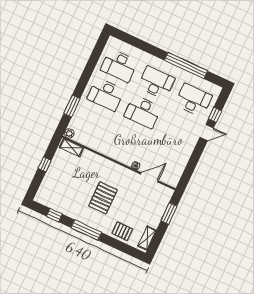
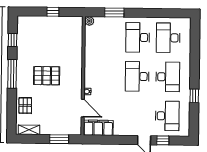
window: (186, 66) -> (194, 96), width x0.32
shelving: (72, 148) -> (78, 29), removed
filing cabinet: (175, 171) -> (98, 128), added

